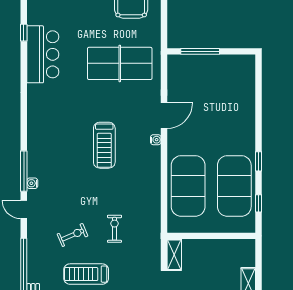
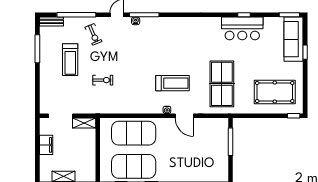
bar counter: (43, 54) -> (242, 28), moved
treadmill: (104, 145) -> (172, 83), moved, turned 180
exercise bike: (73, 235) -> (93, 34), moved
treadmill: (86, 274) -> (70, 60), turned 180

